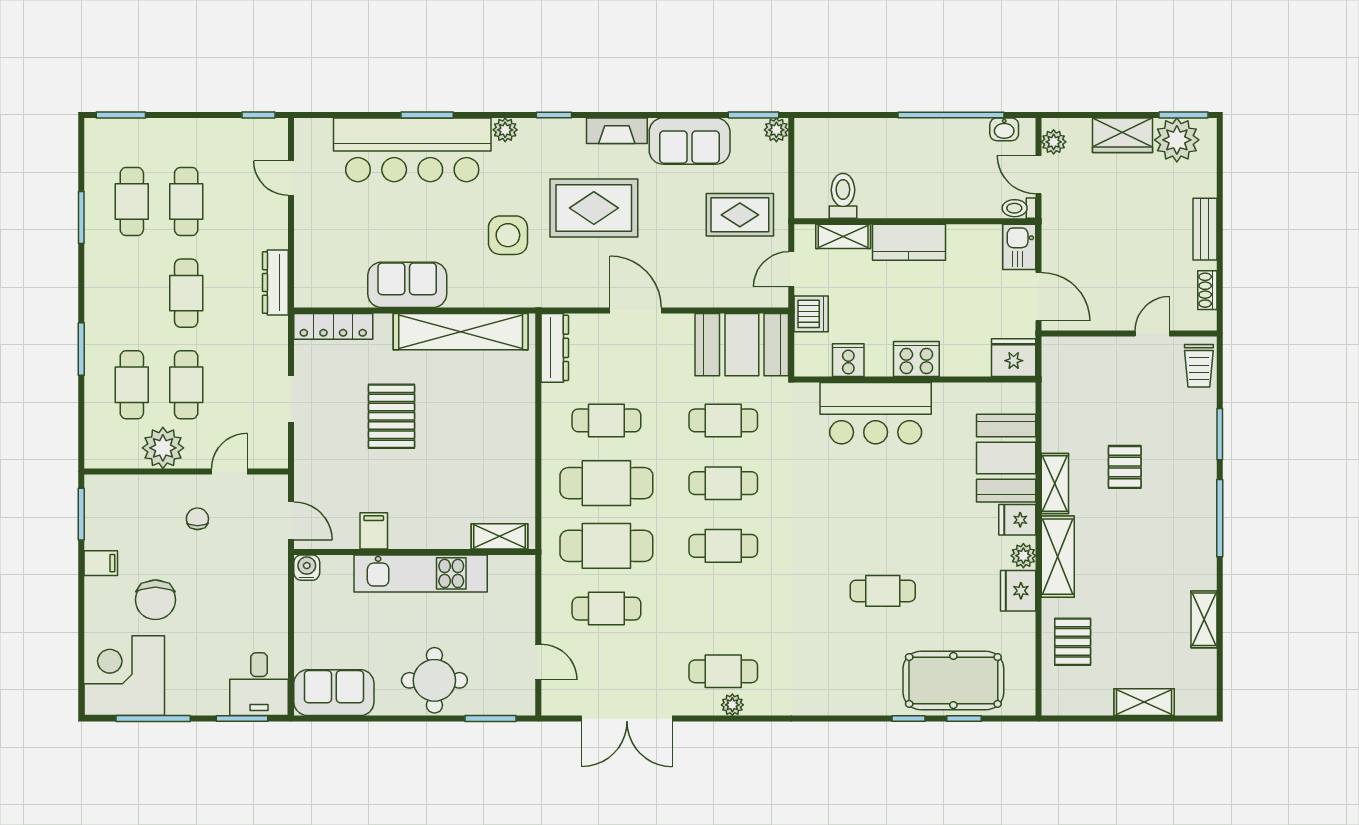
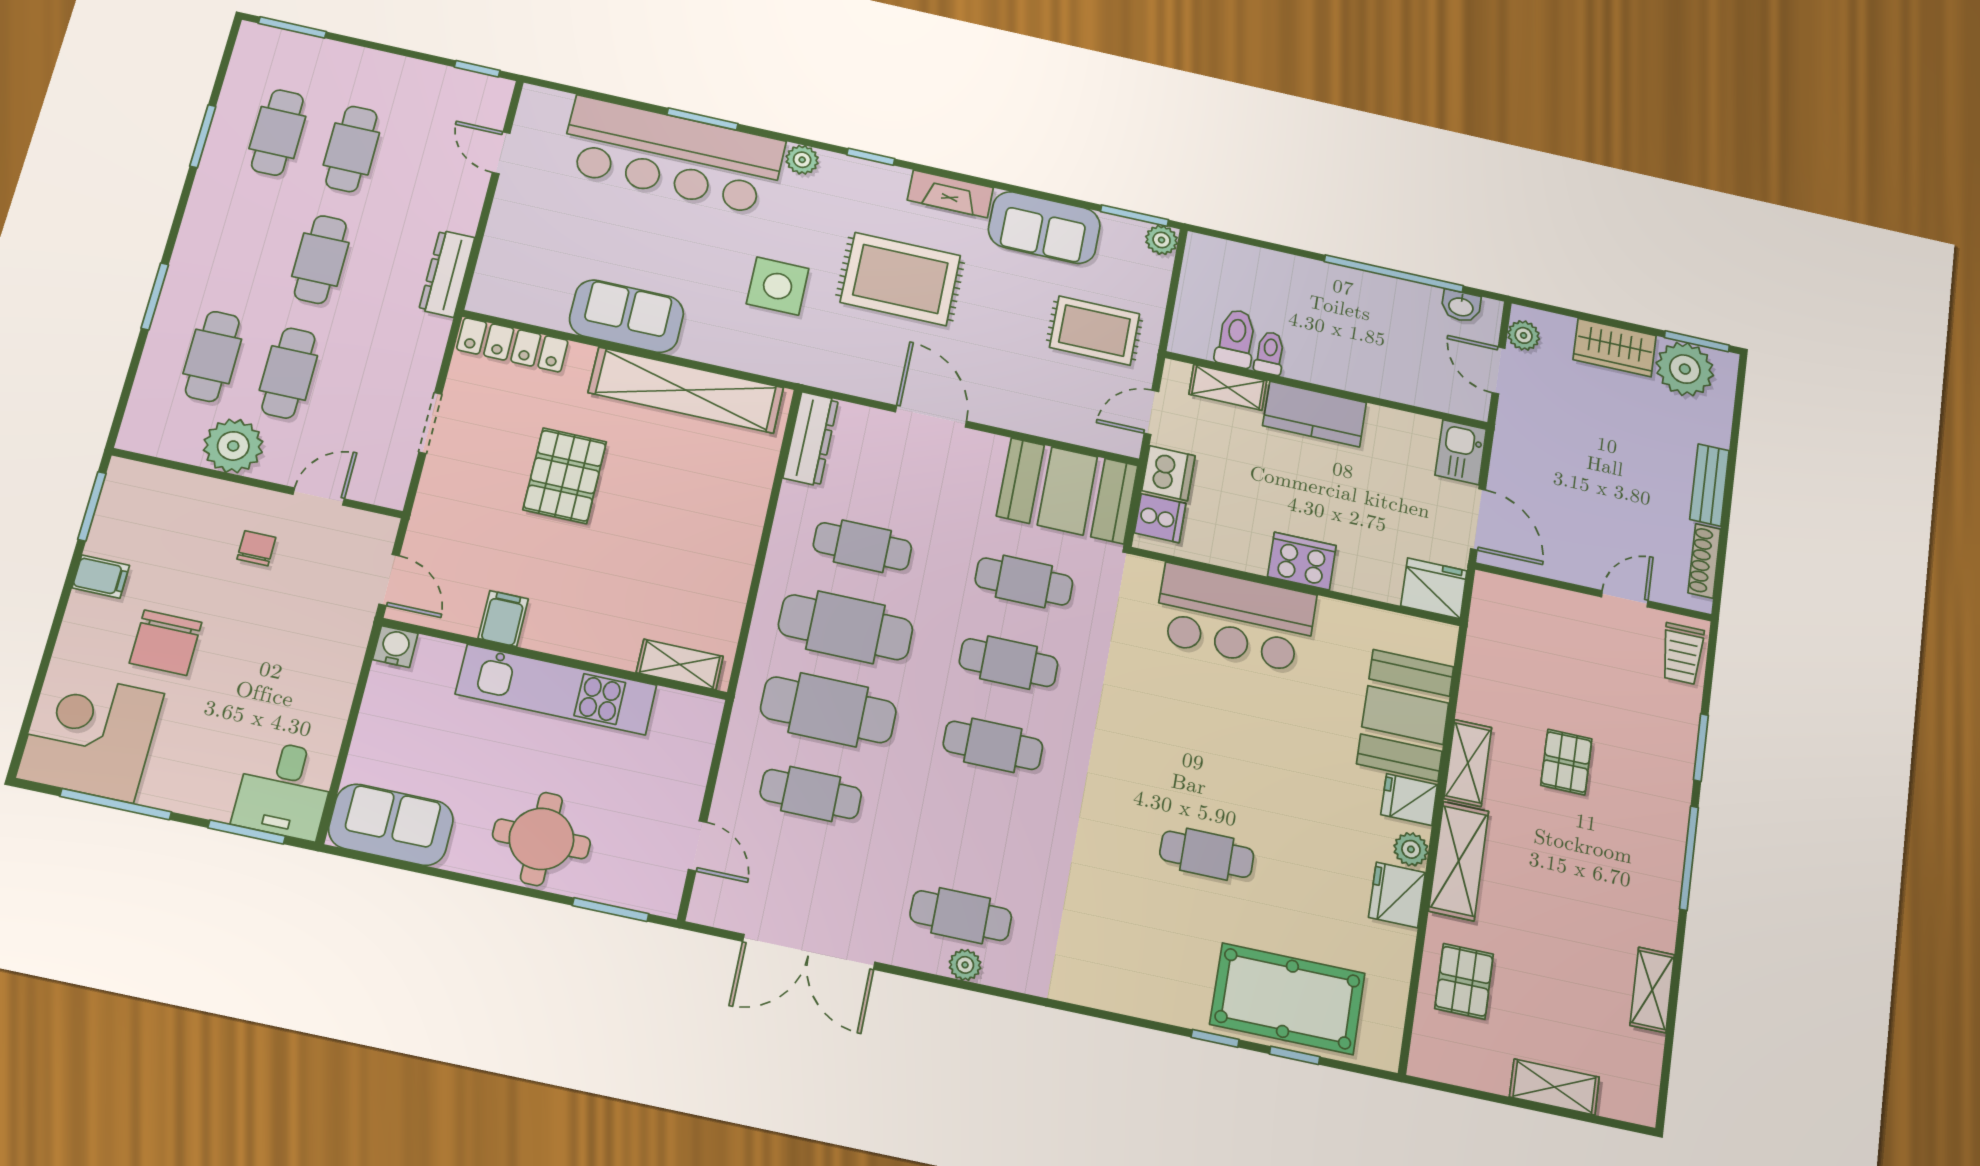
toilet: (1019, 208) -> (1270, 353), moved, turned 90
shoe rack: (1207, 290) -> (1704, 561), width x1.43
cooker: (848, 360) -> (1160, 518), moved, turned 90

